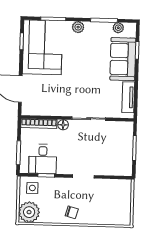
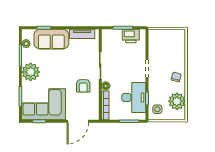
plant: (78, 27) -> (31, 72), width x1.88, depth x1.88
armchair: (64, 97) -> (83, 86), added
printer: (124, 158) -> (131, 36), added
desk: (43, 159) -> (134, 97), width x1.37
plant: (29, 212) -> (177, 101), moved

